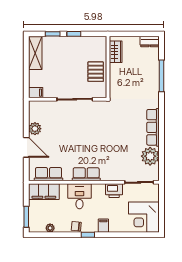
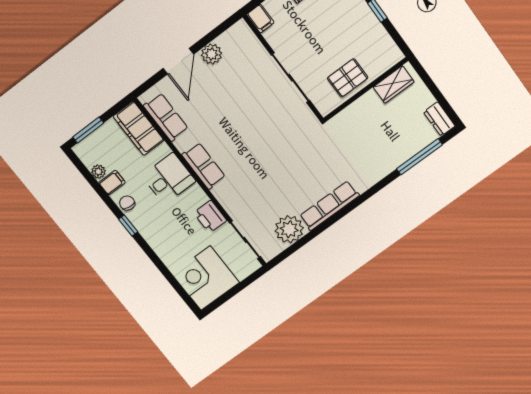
window: (162, 76) -> (419, 157), moved
filing cabinet: (103, 226) -> (112, 183), moved

